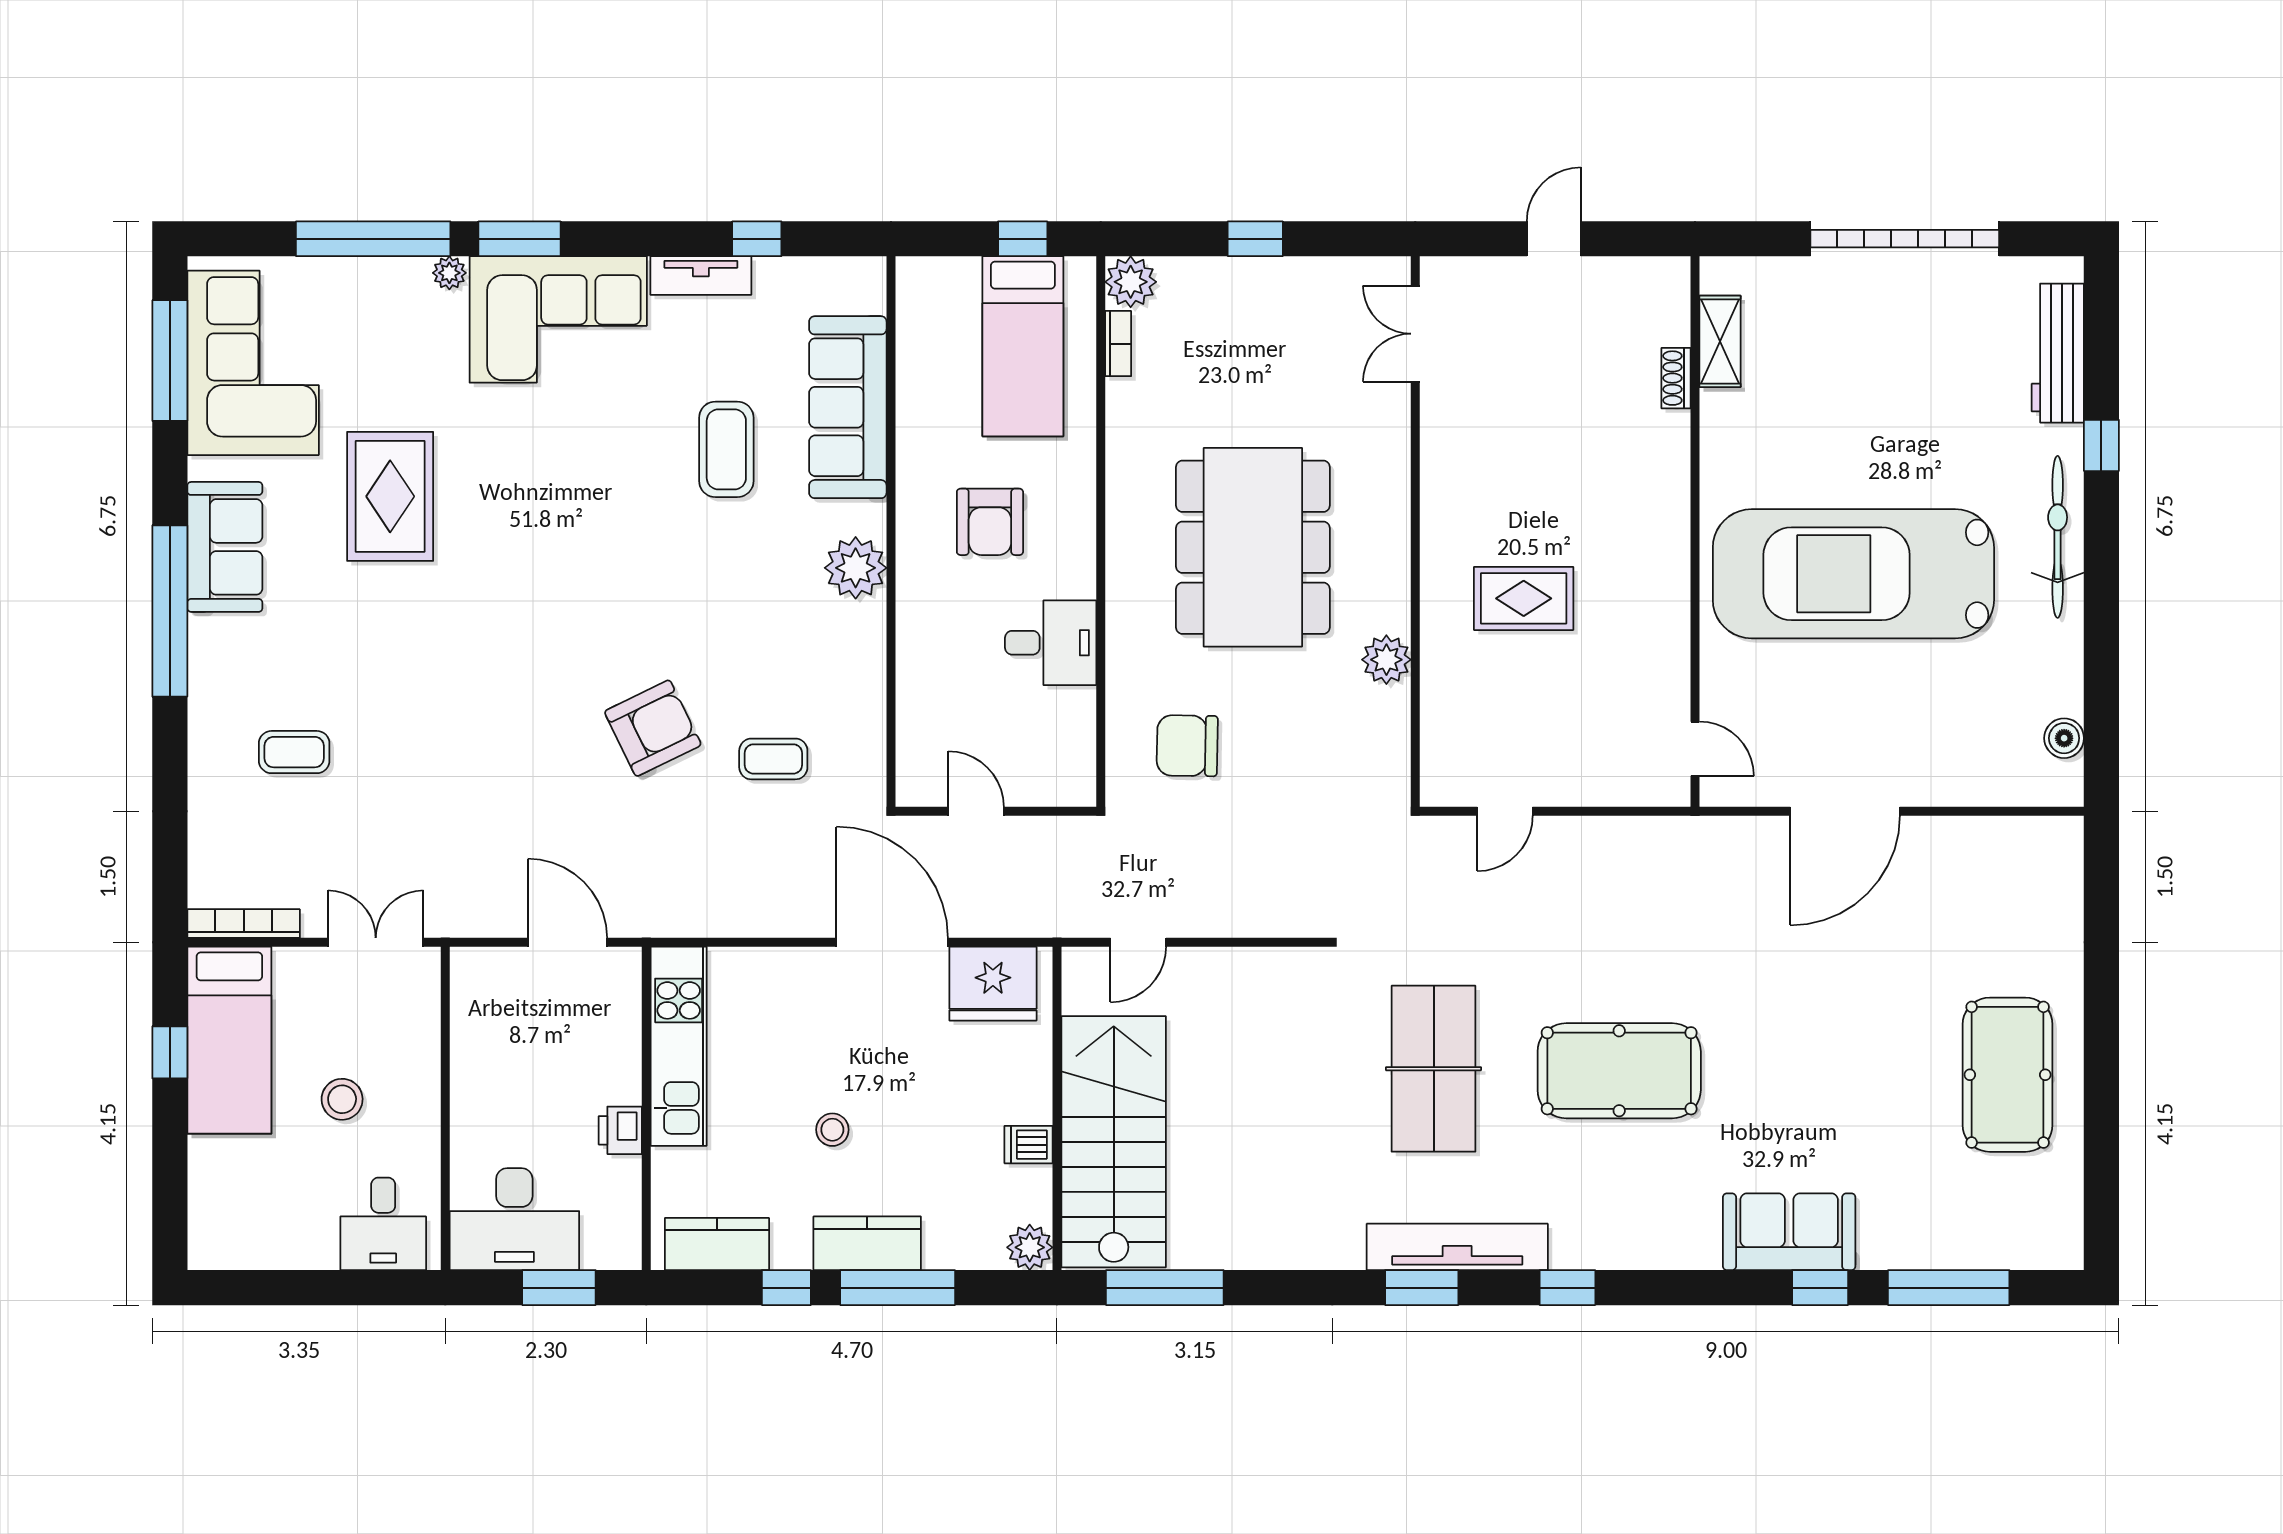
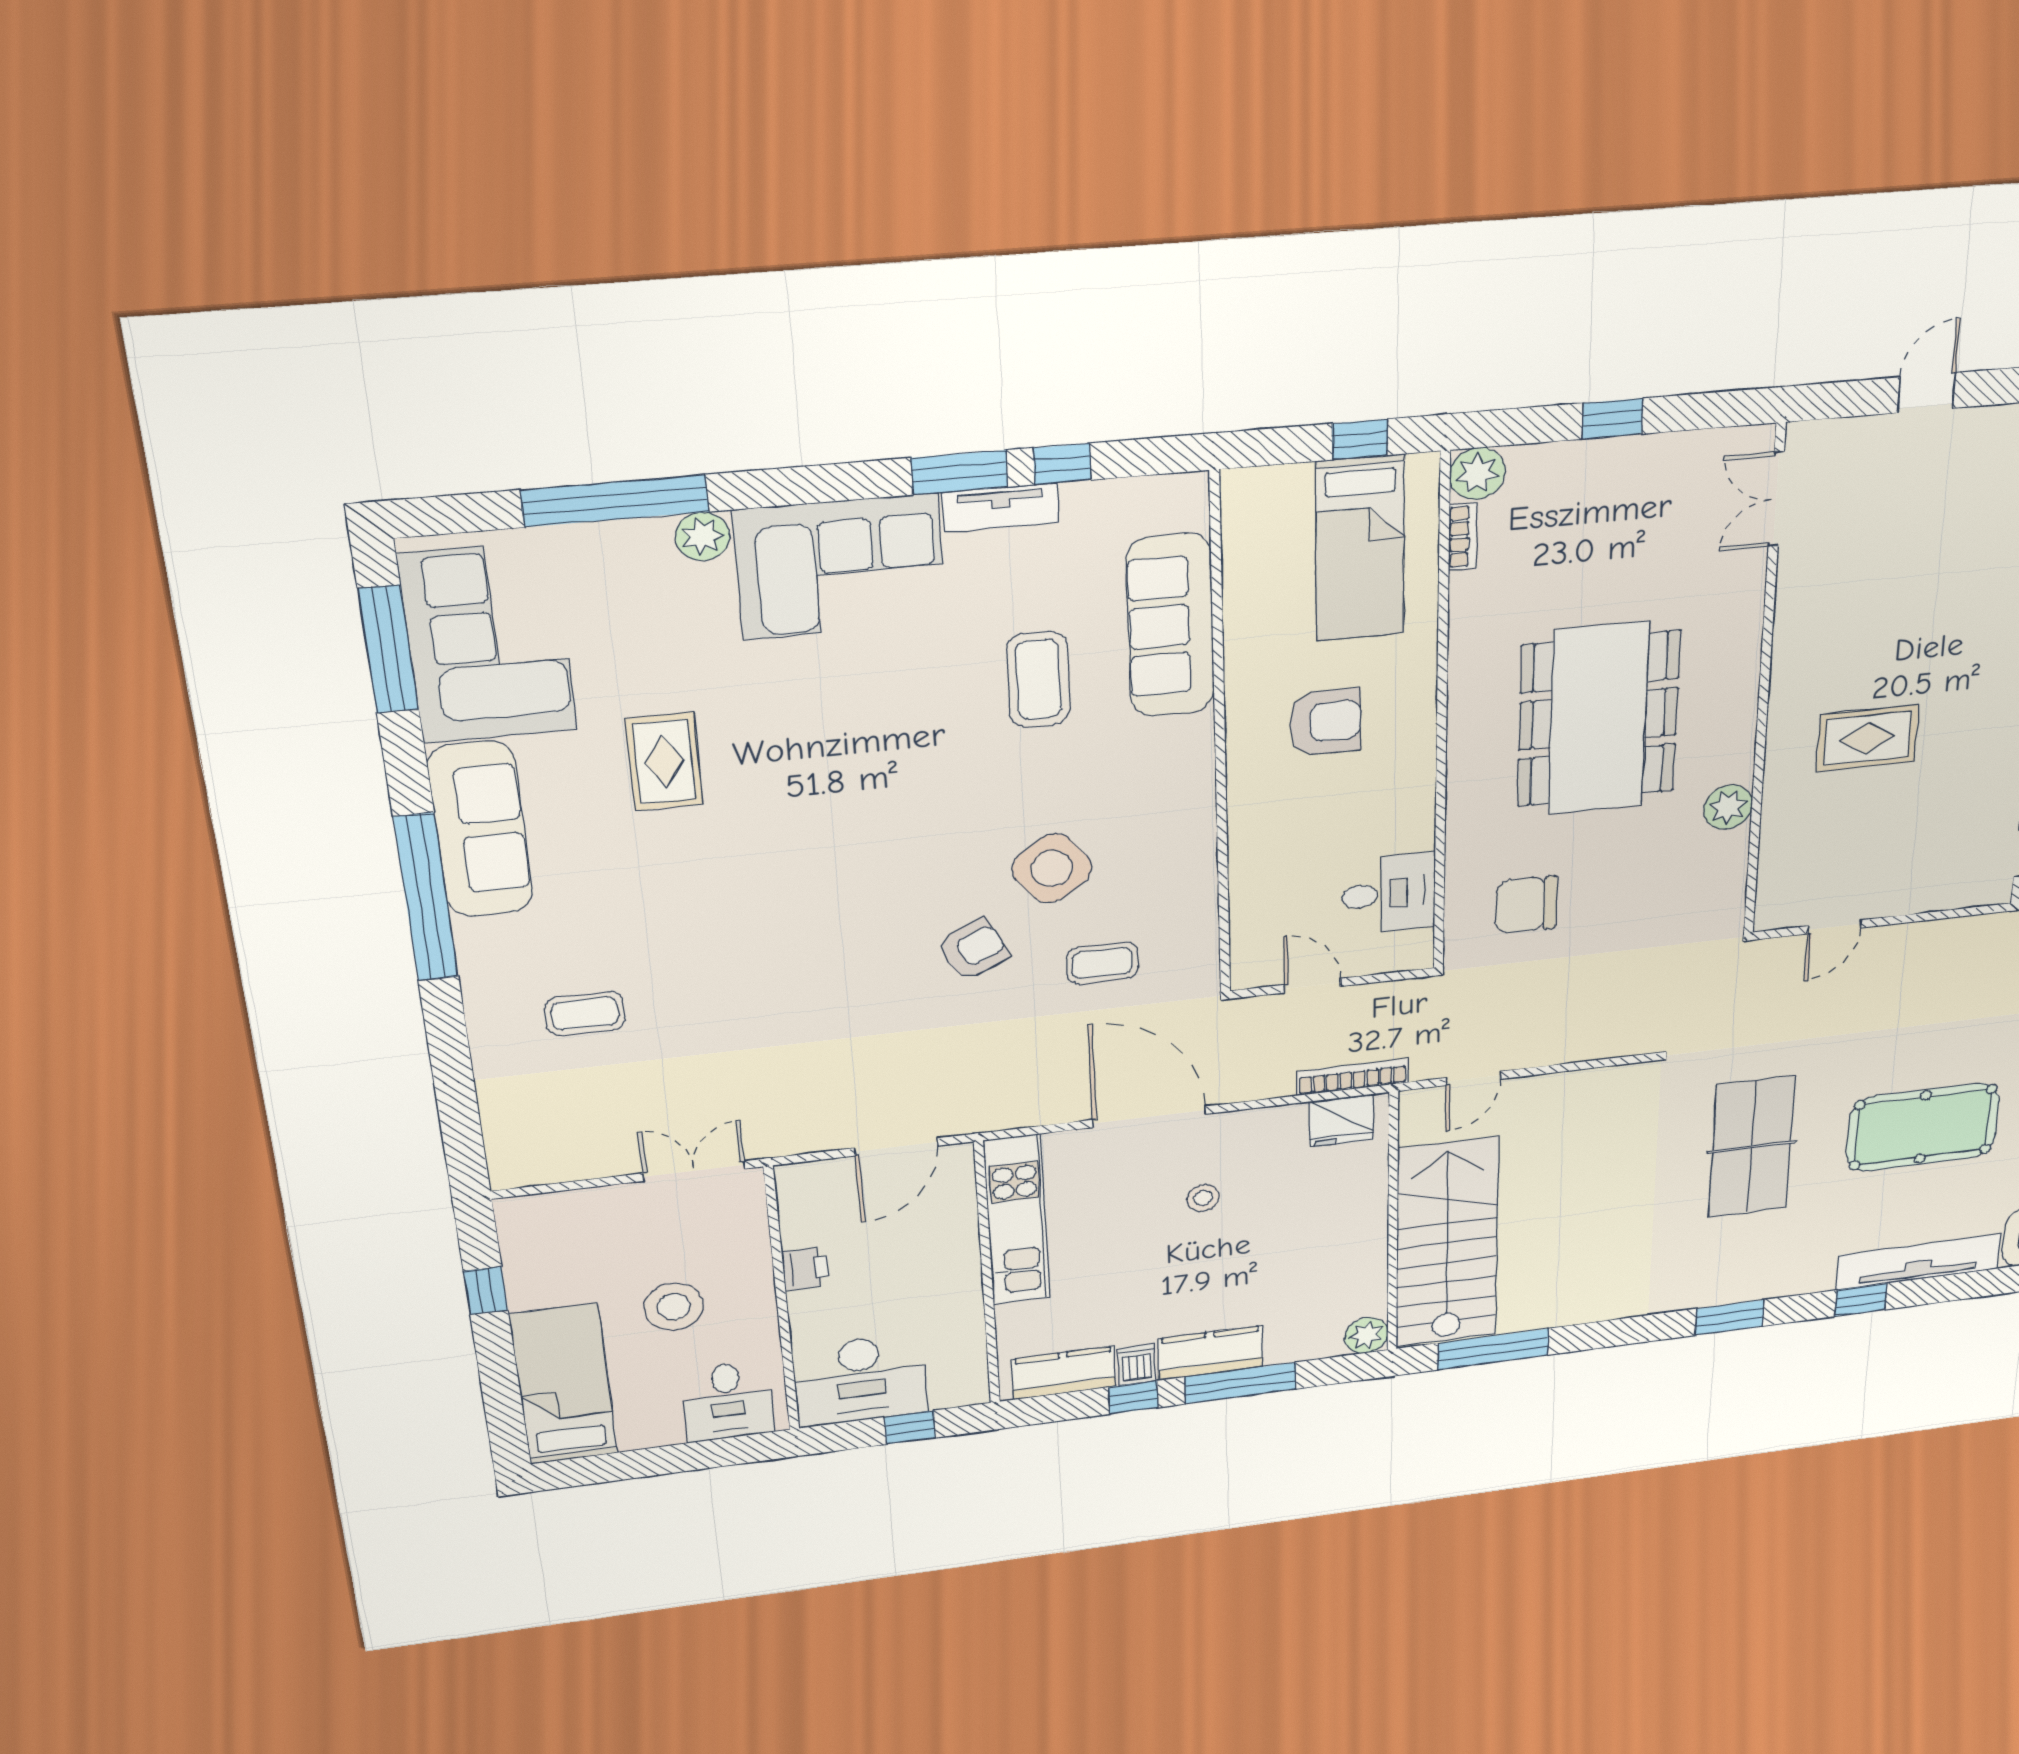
window: (520, 239) -> (960, 472), moved
plant: (449, 273) -> (702, 536), width x1.38, depth x1.38
rug: (390, 496) -> (664, 762), width x0.73, depth x0.70
armchair: (990, 522) -> (1325, 722), turned -90
sofa: (225, 547) -> (481, 829), width x1.36
plant: (856, 568) -> (1183, 779), removed
desk: (1051, 643) -> (1388, 894), moved
side table: (730, 649) -> (1052, 868), added
armchair: (653, 728) -> (973, 949), width x0.72, depth x0.72
bookcase: (244, 924) -> (1353, 1077), moved
door: (567, 942) -> (896, 1147), swing flipped
door: (892, 942) -> (1149, 1117), moved
fridge: (993, 984) -> (1342, 1121), width x0.73, depth x0.75
bed: (229, 1040) -> (564, 1384), moved, turned 180
stool: (342, 1099) -> (674, 1307), width x1.38, depth x1.38
printer: (620, 1130) -> (806, 1269), moved, turned 180
stool: (832, 1130) -> (1203, 1198), moved
dishwasher: (1028, 1145) -> (1137, 1365), moved, turned 90
tv unit: (1457, 1247) -> (1918, 1262), moved
window: (559, 1288) -> (910, 1427), width x0.67

